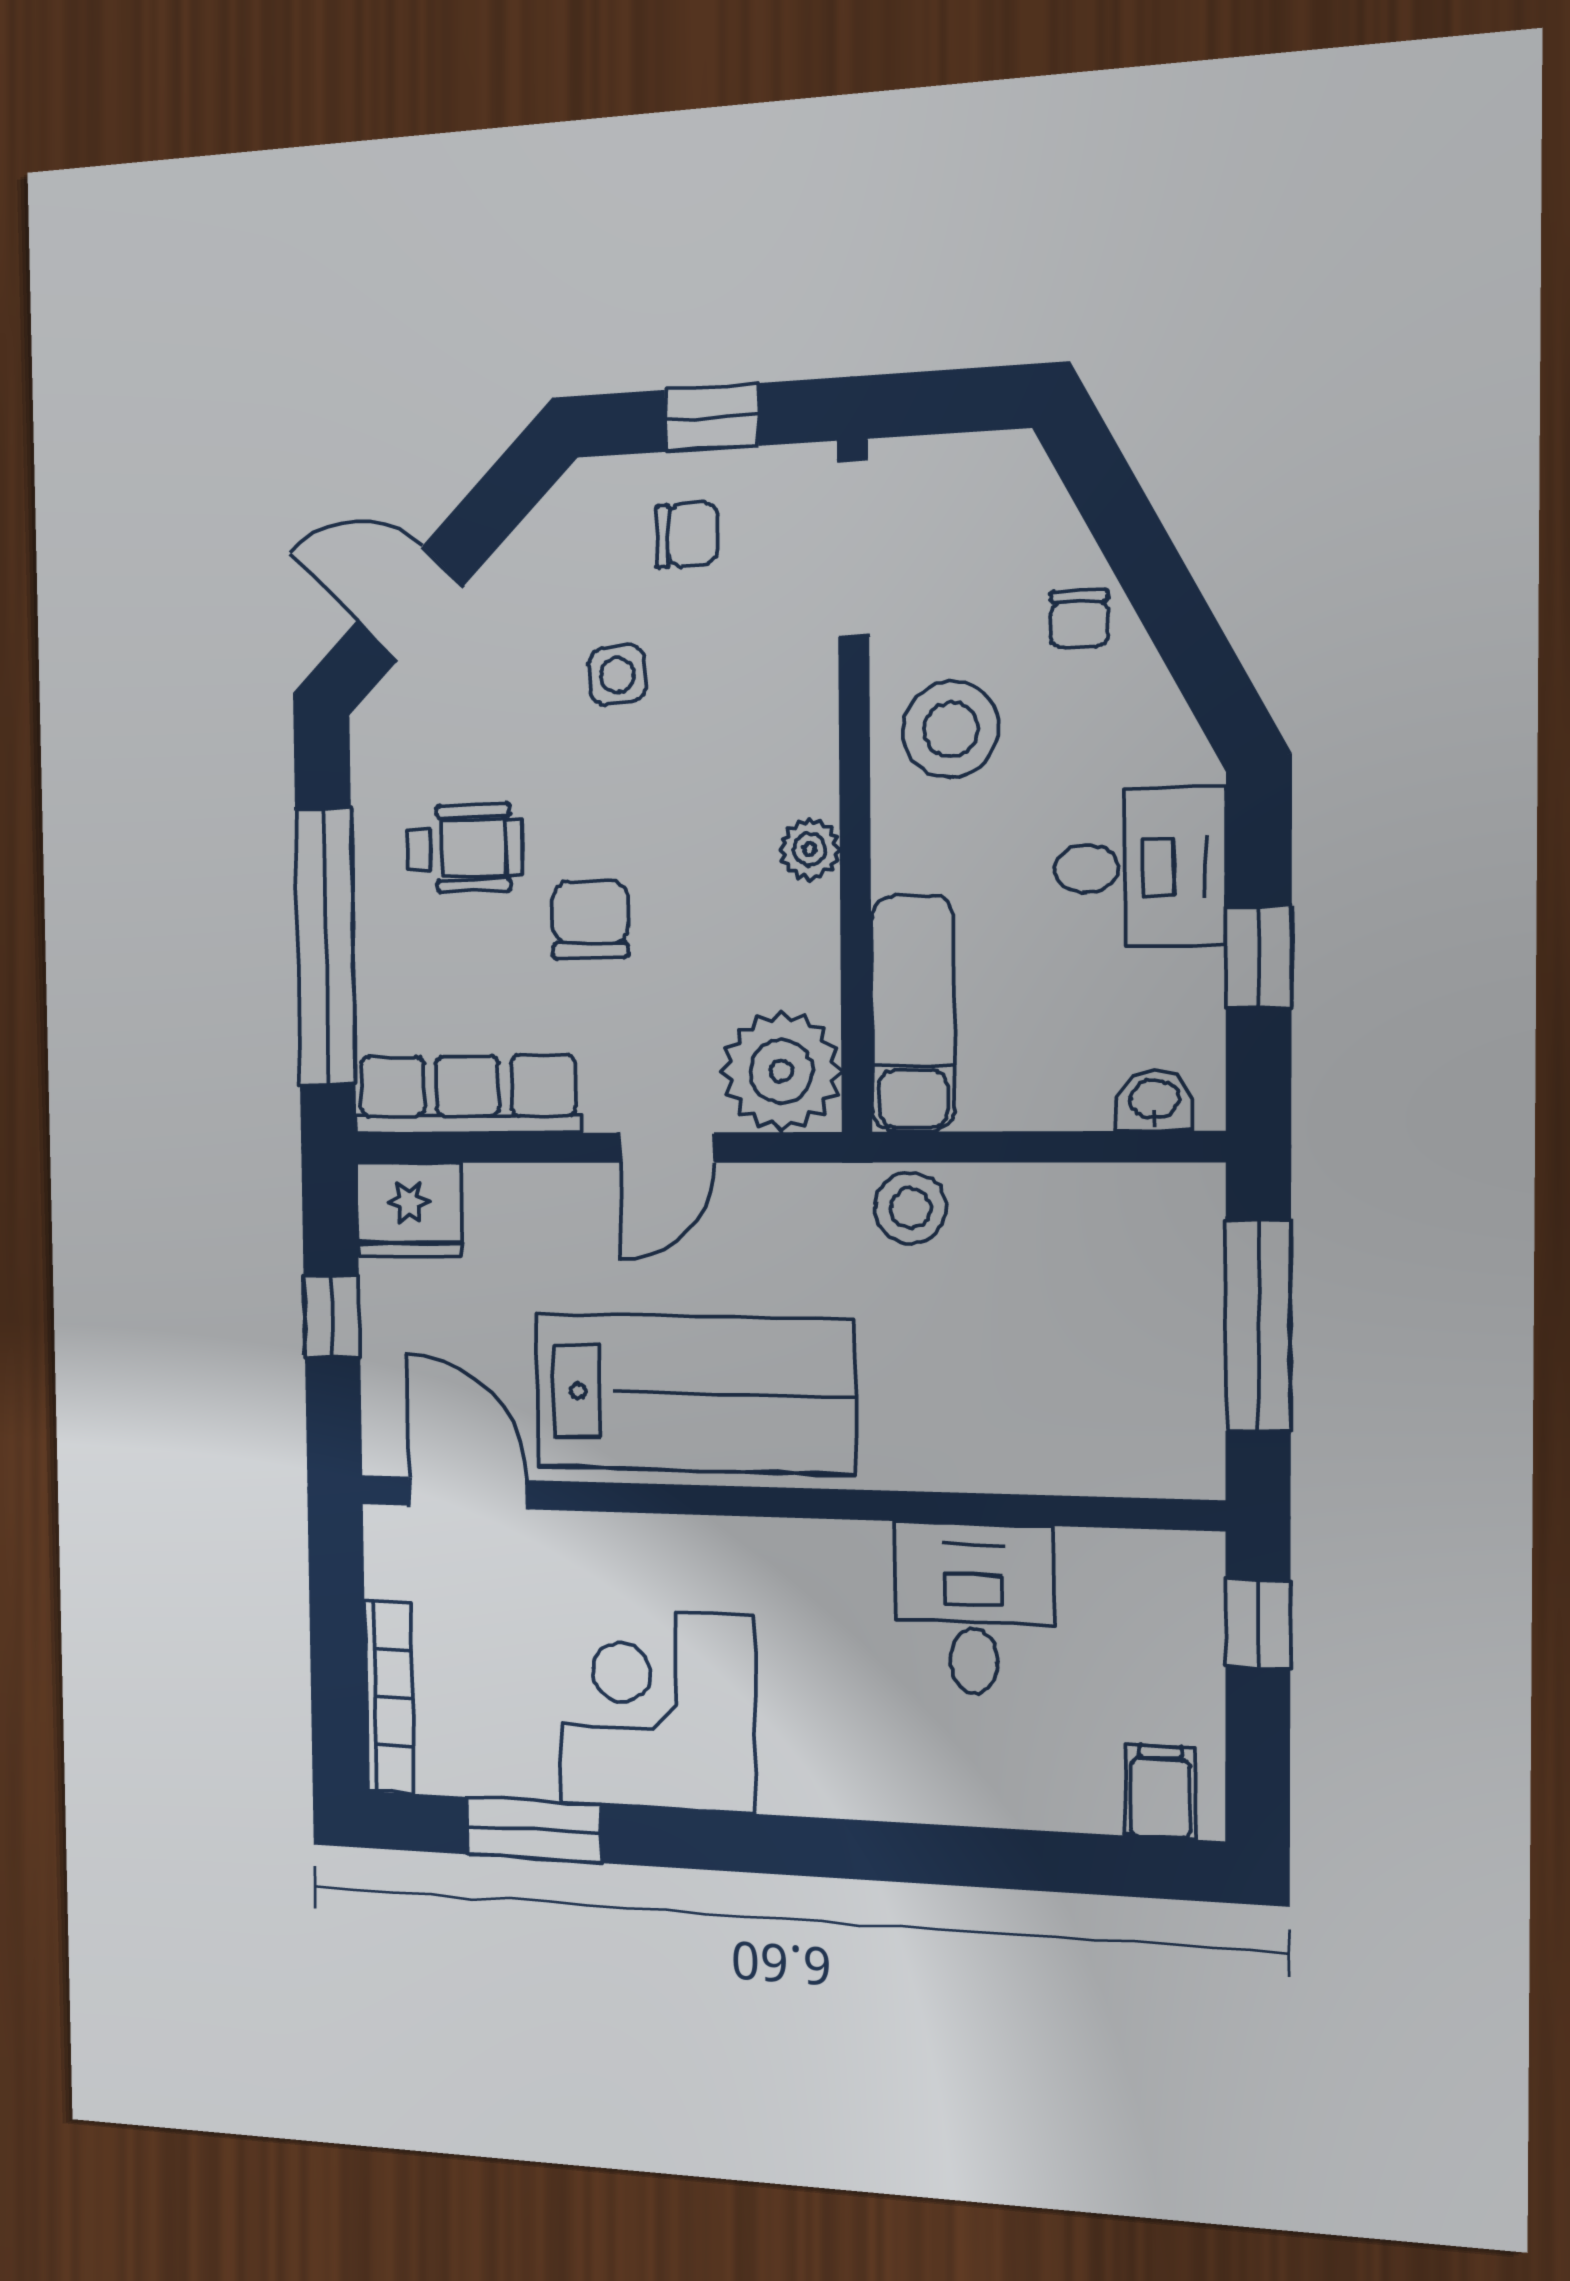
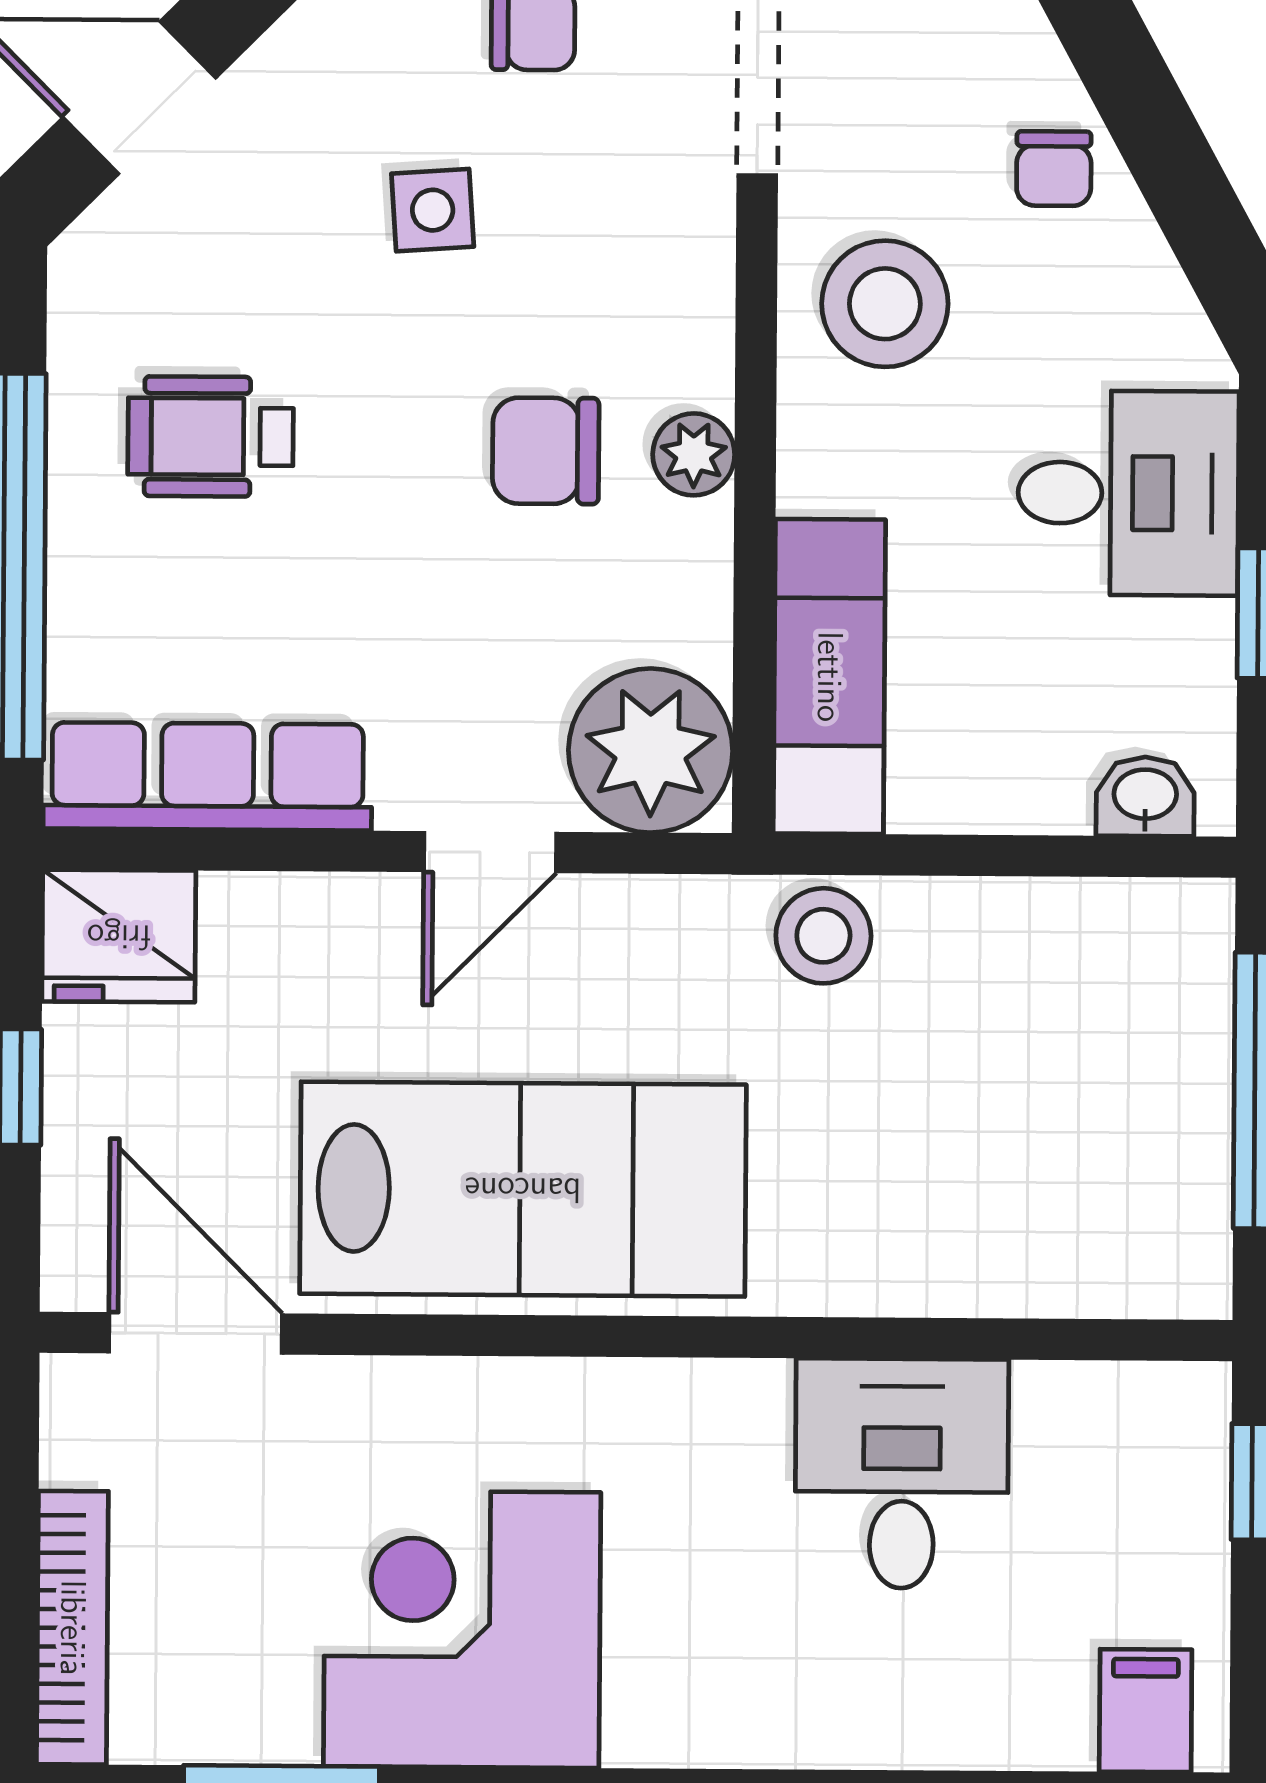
wheelchair: (464, 848) -> (211, 437), turned 180
chair: (590, 919) -> (546, 451), moved, turned -90

